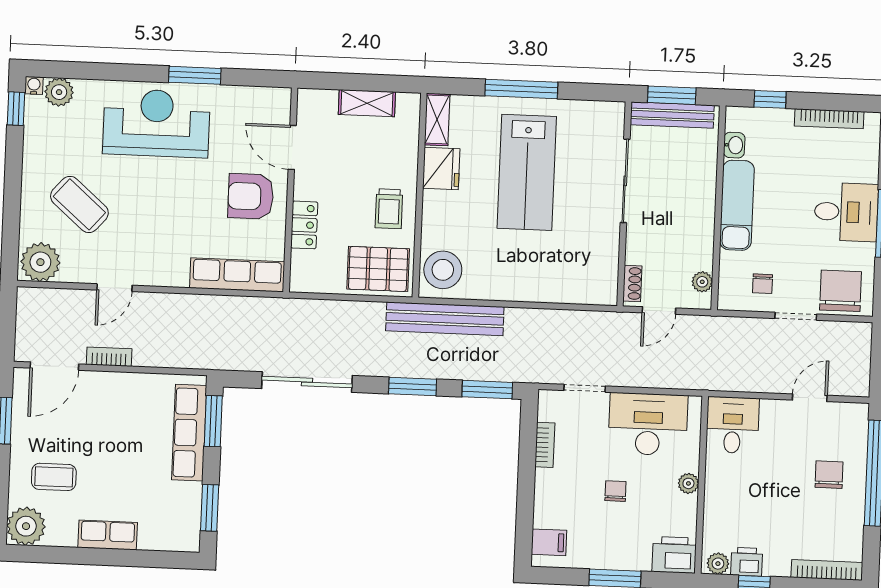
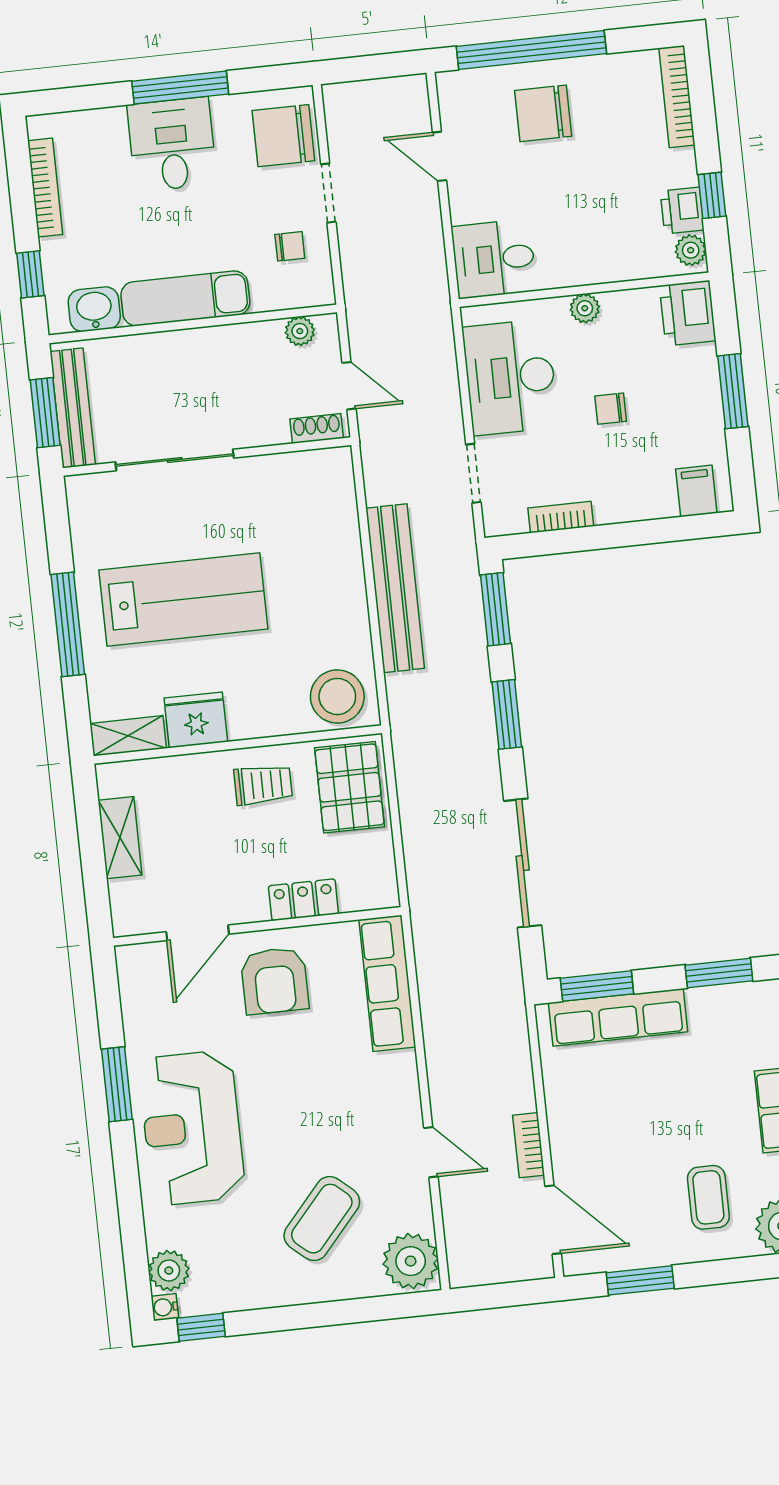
washbasin: (734, 145) -> (94, 309), width x1.38, depth x1.45
bench: (445, 319) -> (395, 588), moved
chair: (829, 475) -> (543, 113), width x1.37, depth x1.37

